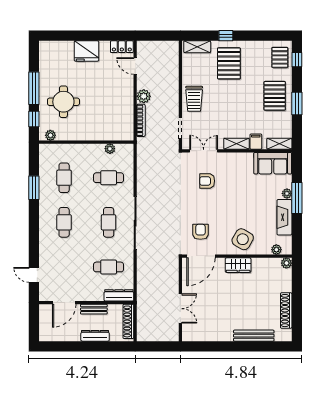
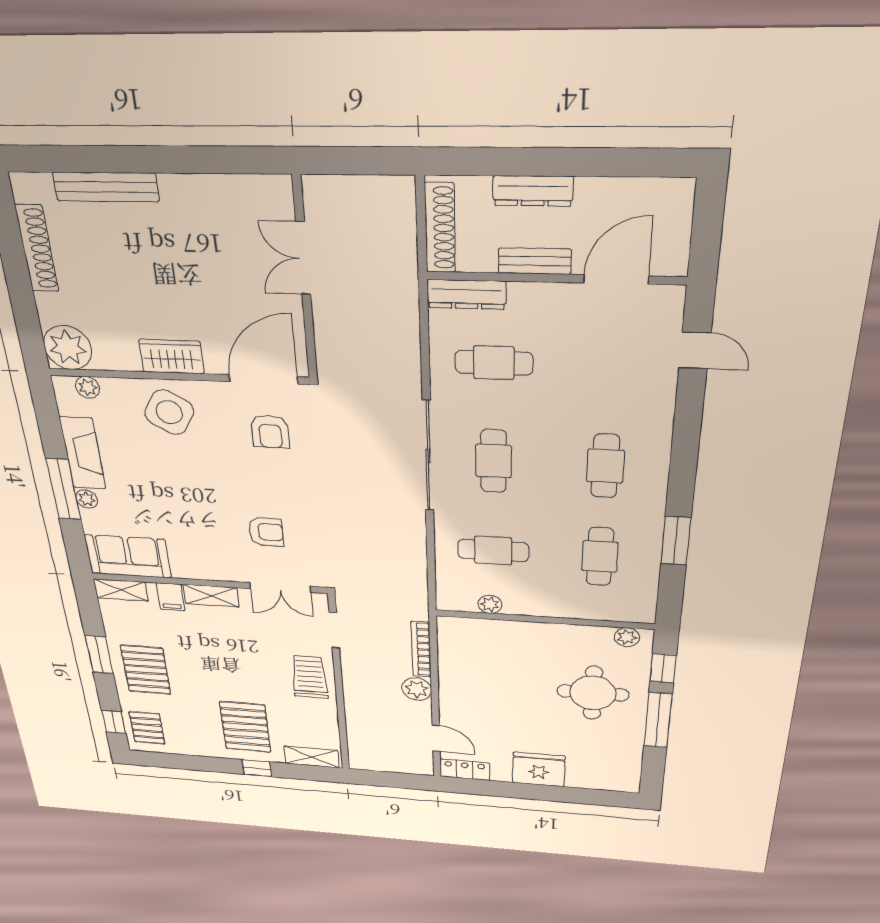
plant: (286, 263) -> (68, 348), width x1.88, depth x1.88

